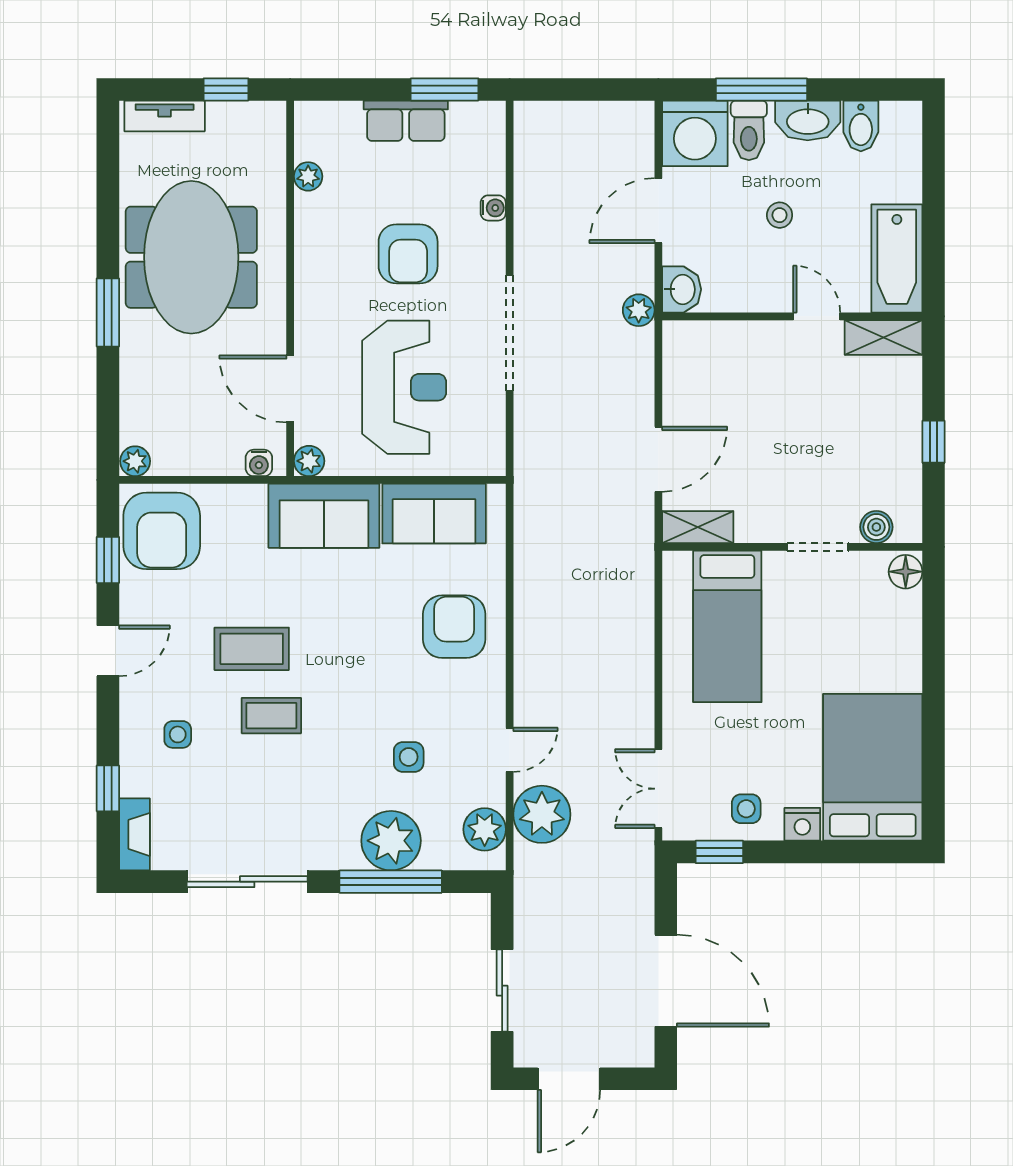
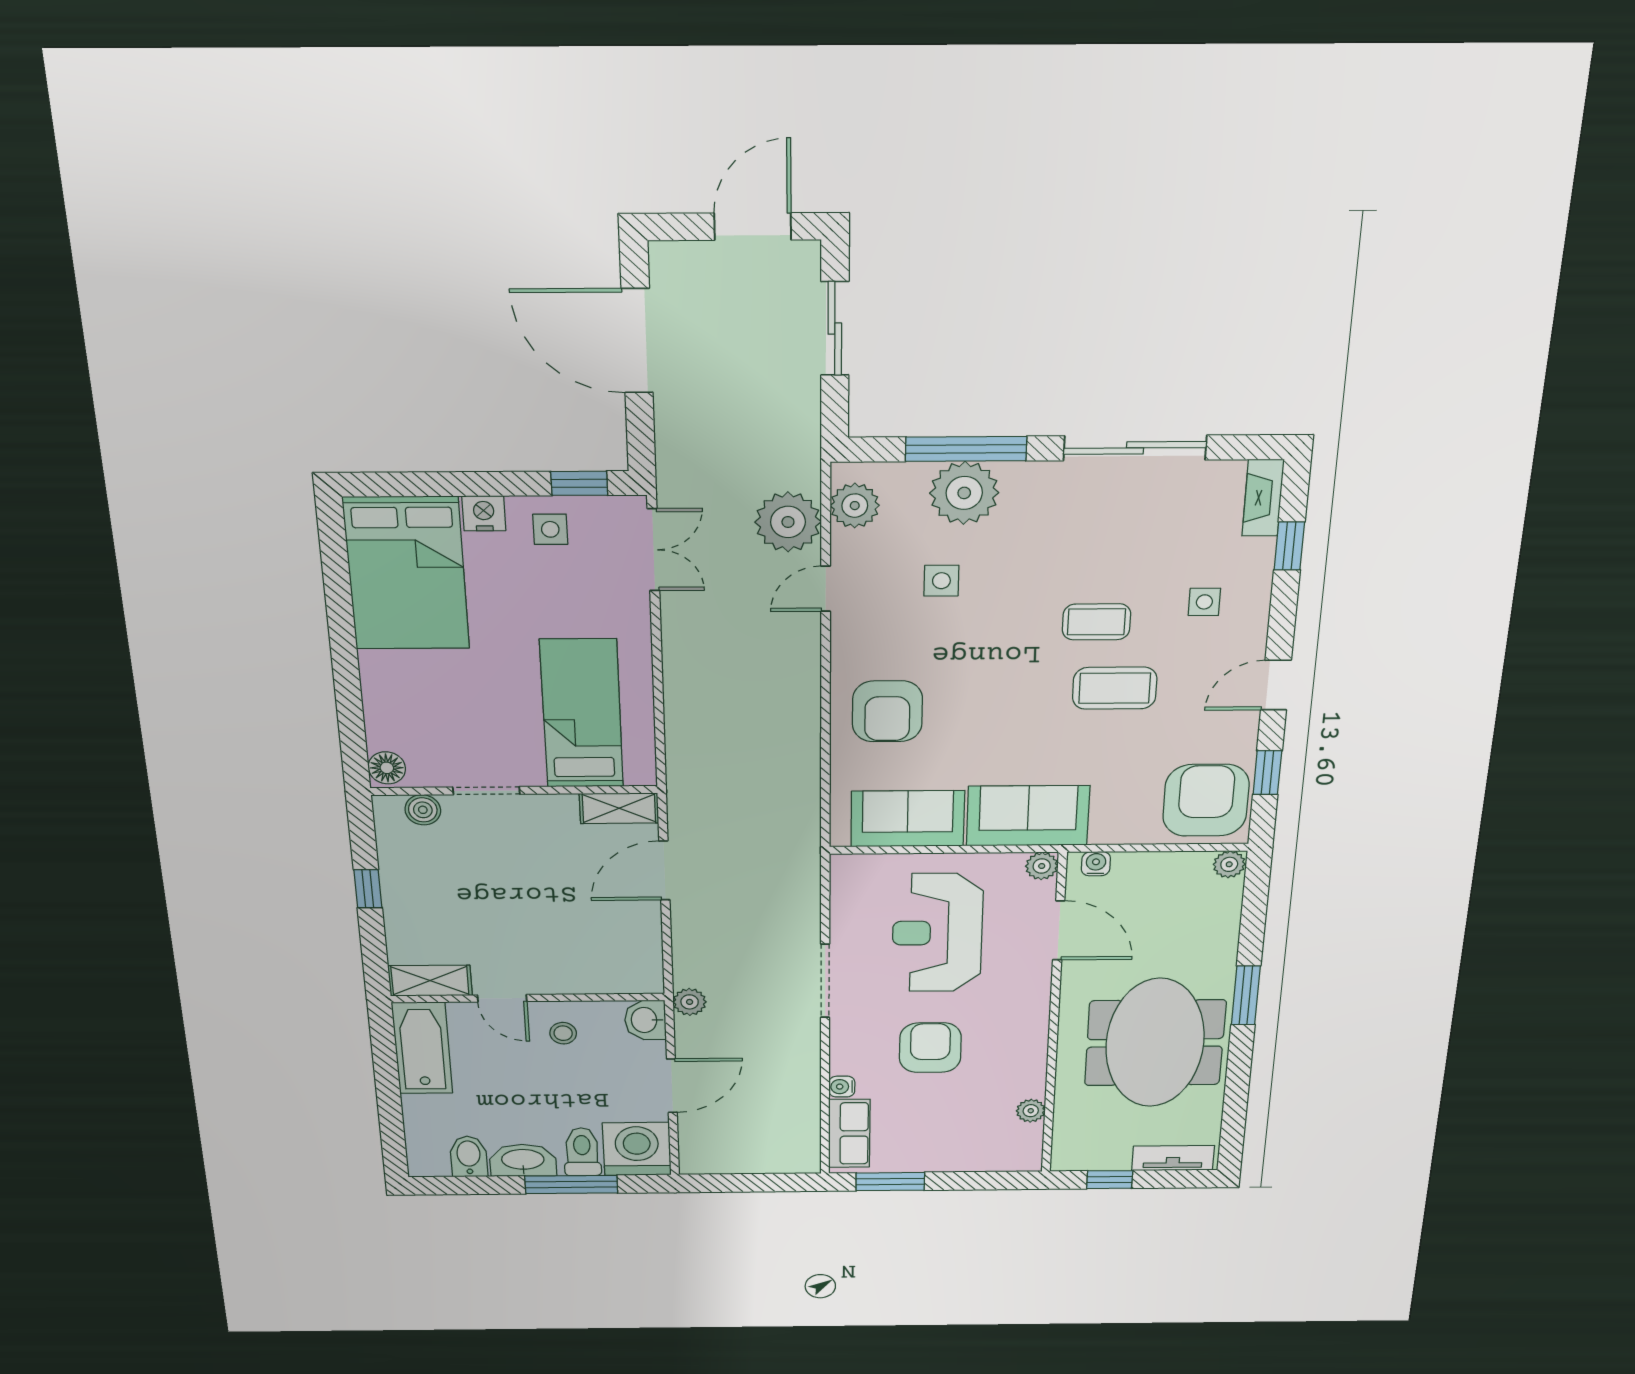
row of seats: (406, 121) -> (849, 1133), moved, turned 90
stool: (780, 215) -> (563, 1033), moved
doorway: (510, 333) -> (825, 981), width x0.73

